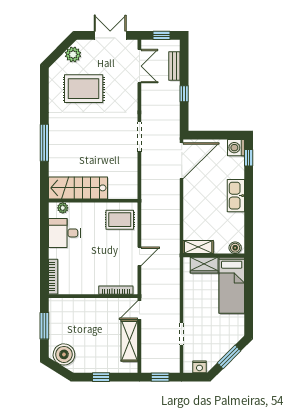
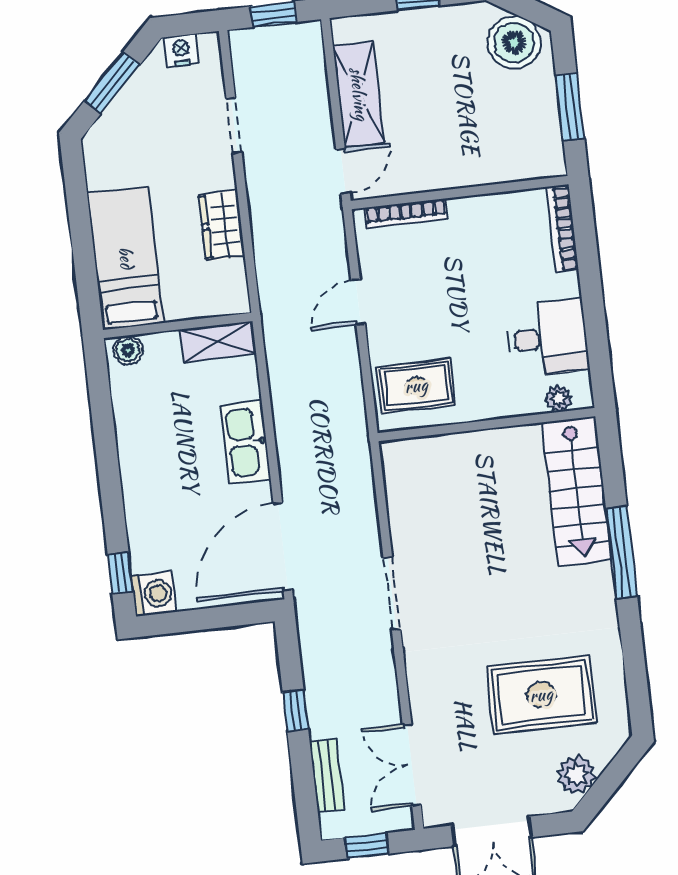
stairs: (78, 188) -> (577, 491), moved, turned 90
kitchen sink: (236, 196) -> (245, 442), moved, turned 180
wardrobe: (204, 265) -> (222, 225), moved, turned -90

